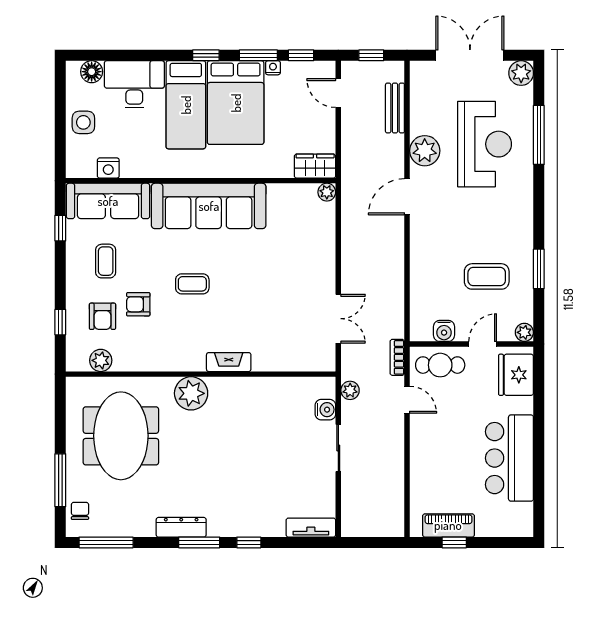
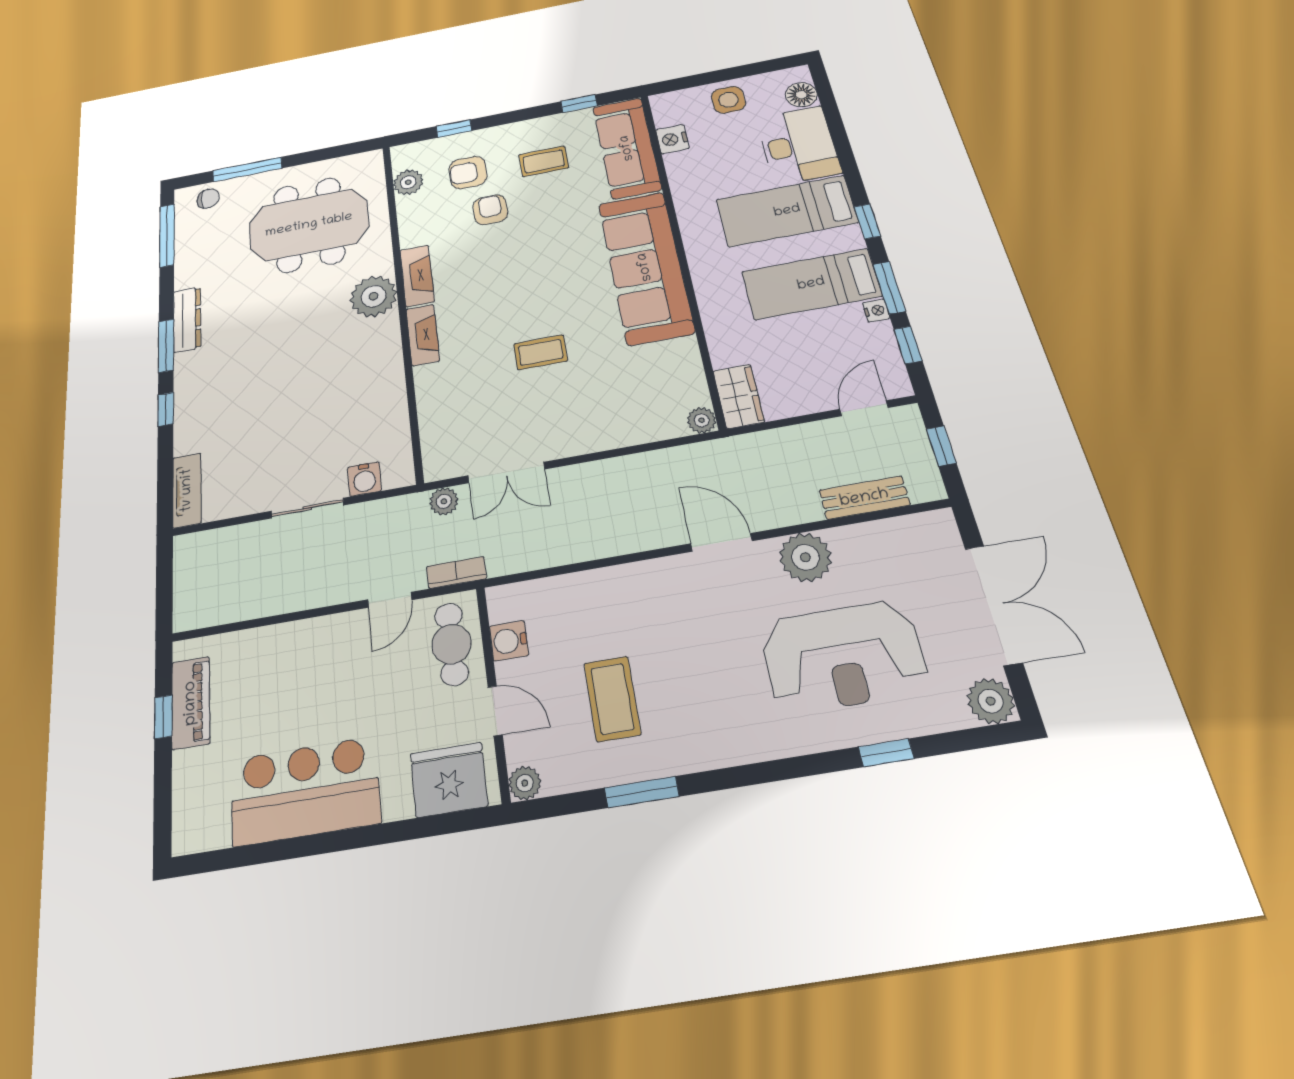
bed: (236, 103) -> (811, 284), width x0.67
window: (539, 135) -> (886, 753), width x0.46
coffee table: (192, 284) -> (541, 352), moved, turned 90
fireplace: (181, 361) -> (417, 276), added
plant: (350, 390) -> (444, 501), moved

